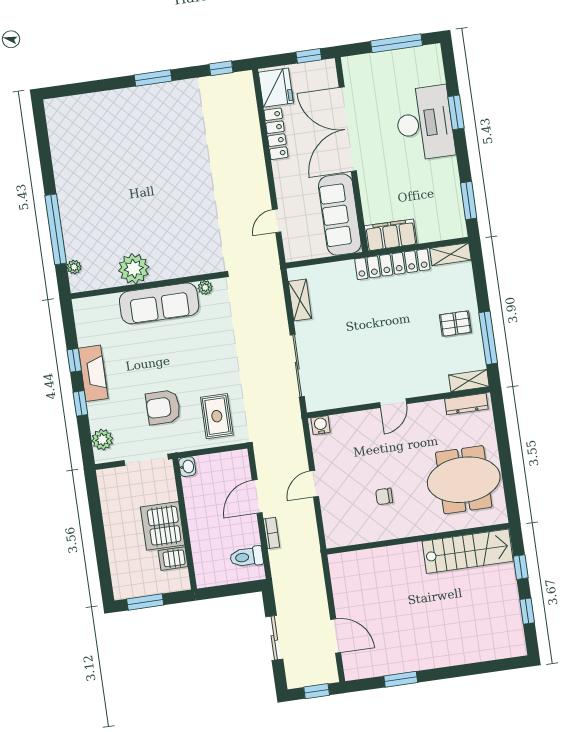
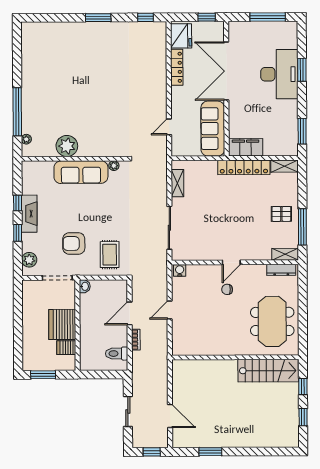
meeting table: (464, 480) -> (272, 321), turned 90
chair: (384, 496) -> (227, 289), moved

